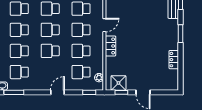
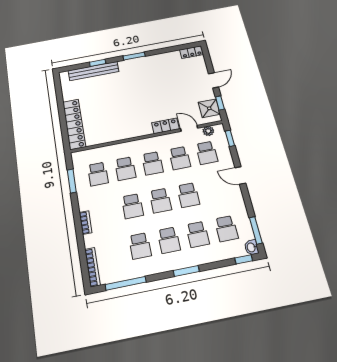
door: (104, 25) -> (189, 128), moved
locker: (174, 60) -> (192, 52), moved

